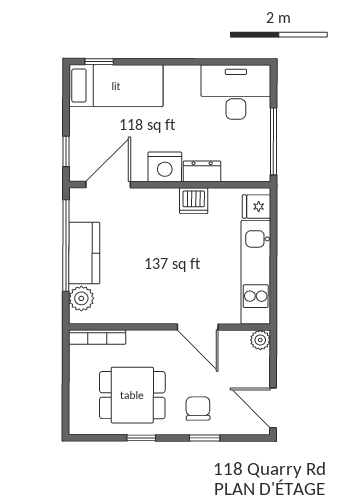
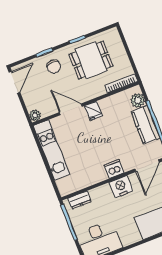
dresser: (202, 171) -> (80, 200), moved
dishwasher: (194, 201) -> (114, 169), moved
fridge: (256, 207) -> (93, 111), moved, turned 90
door: (273, 408) -> (14, 82), hinge flipped

